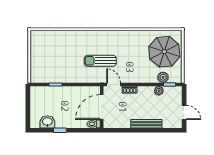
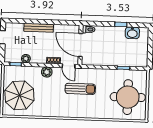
round table: (50, 54) -> (128, 97), added
plant: (163, 77) -> (47, 72), moved
door: (102, 107) -> (80, 45), swing flipped

